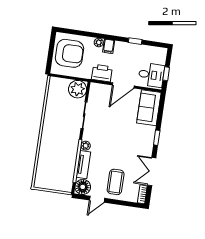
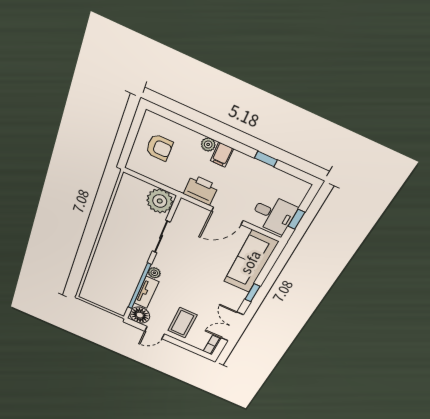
armchair: (70, 53) -> (159, 148), width x0.53, depth x0.53
sofa: (149, 108) -> (251, 262), width x1.36

